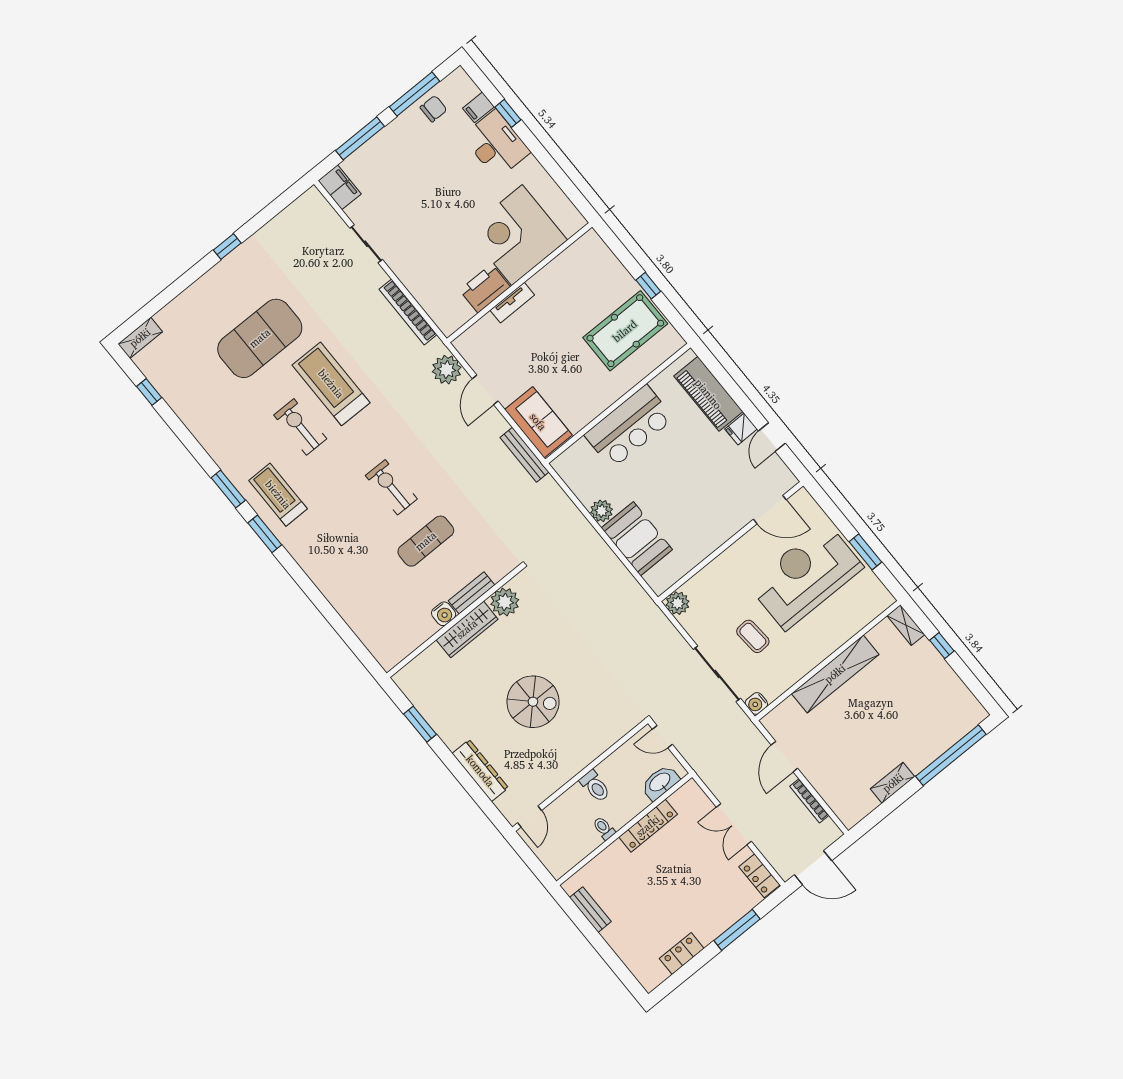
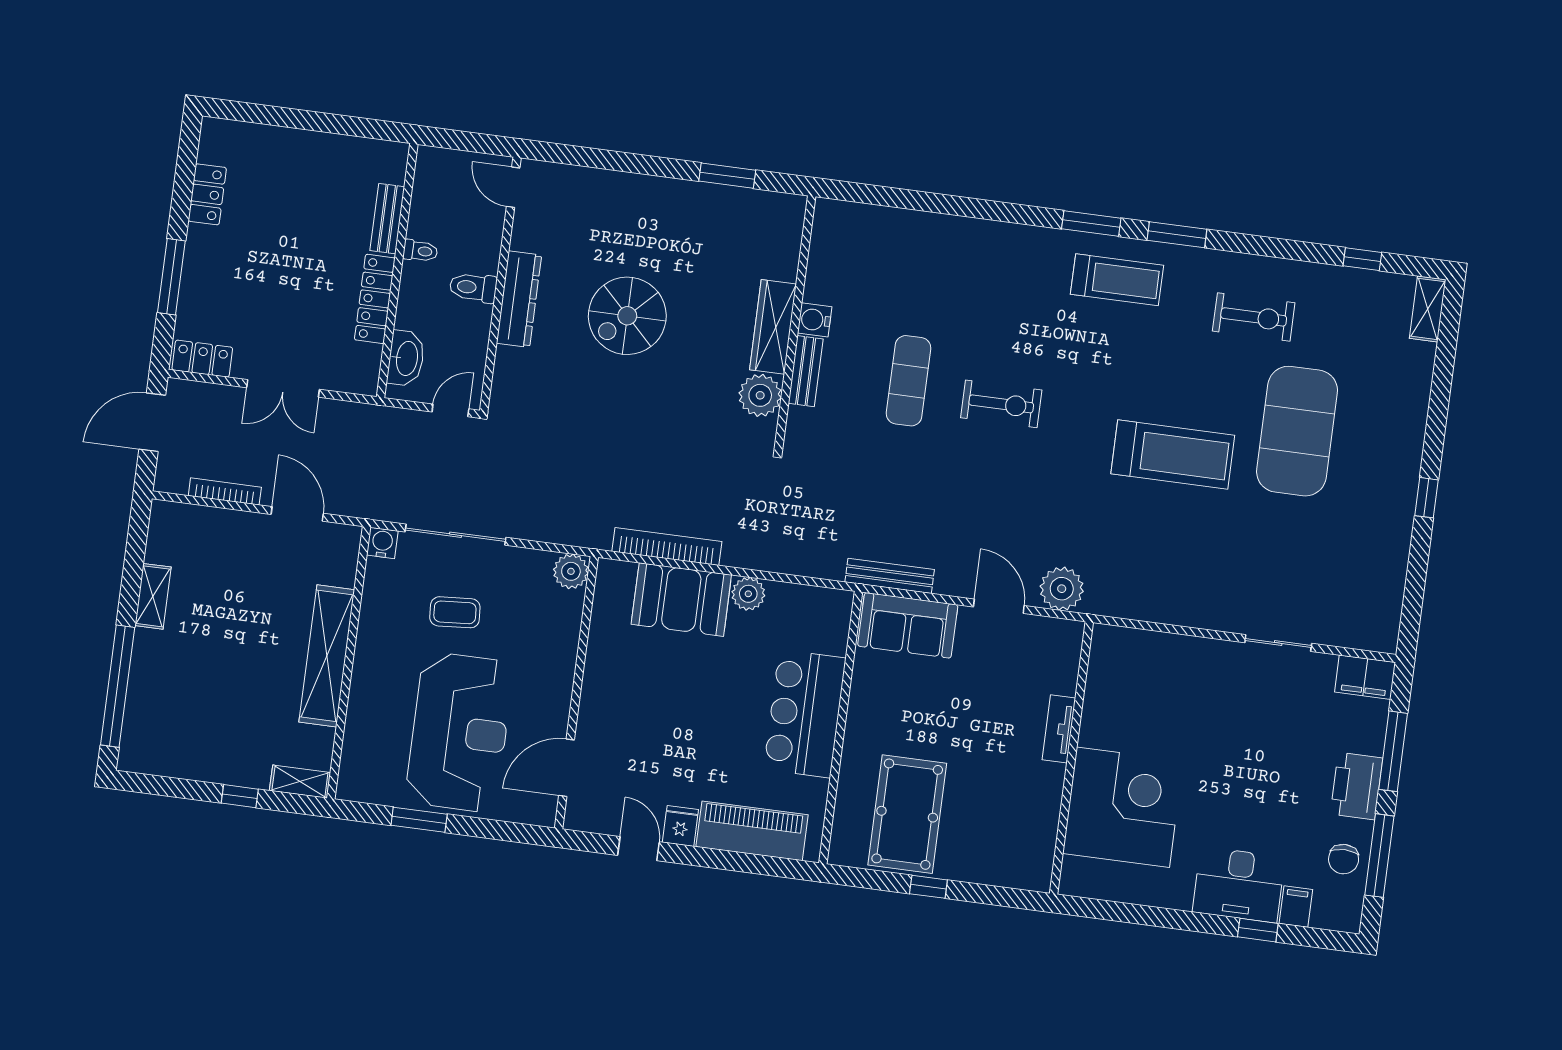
printer: (485, 288) -> (1357, 786), moved, turned 180
bookcase: (408, 312) -> (667, 546), moved
exercise bike: (300, 427) -> (1254, 317), moved
dresser: (480, 771) -> (519, 299), moved, turned -90
double door: (734, 824) -> (283, 388), swing flipped
bench: (590, 910) -> (387, 219), moved, turned 90

